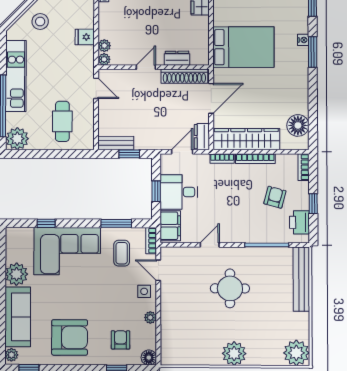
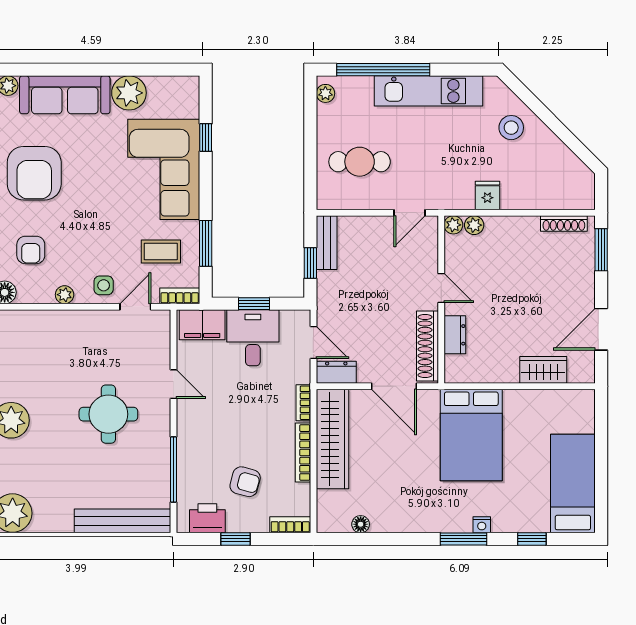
floor lamp: (298, 125) -> (361, 524), width x0.53, depth x0.53
plant: (17, 139) -> (325, 93), width x0.53, depth x0.53
armchair: (121, 340) -> (31, 250), turned 90

